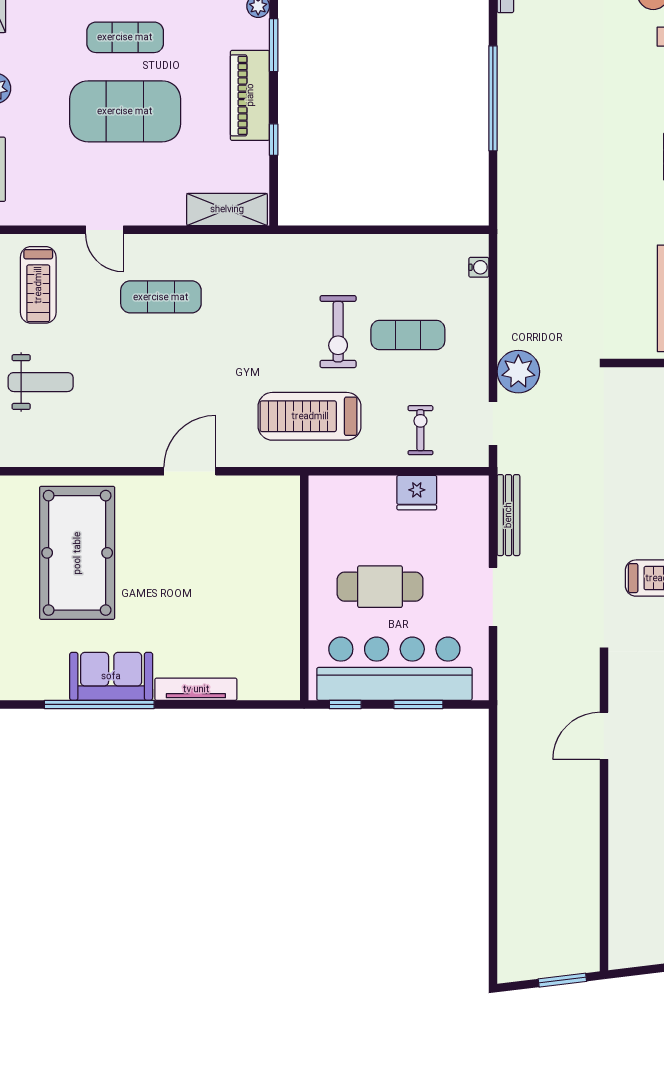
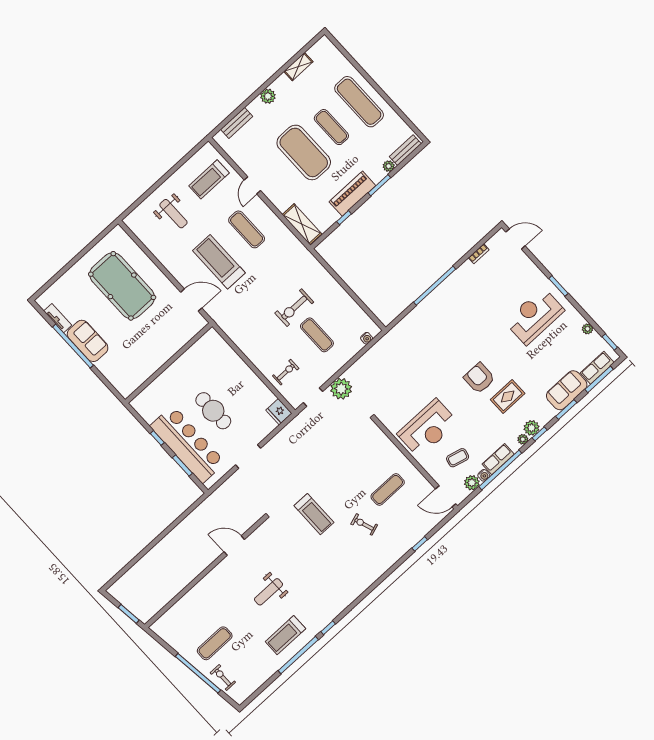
treadmill: (310, 416) -> (219, 262), moved
fridge: (417, 493) -> (279, 412), moved
bench: (508, 515) -> (284, 434), removed
pool table: (77, 553) -> (122, 286), turned 90
wall: (304, 588) -> (169, 363), moved
tv unit: (196, 689) -> (58, 318), moved, width x0.71

